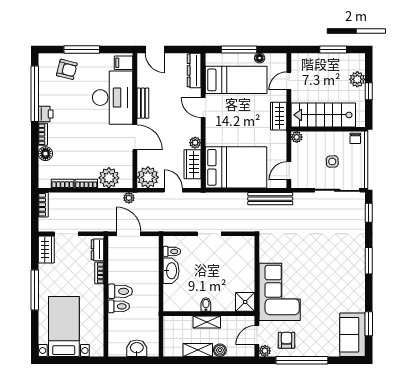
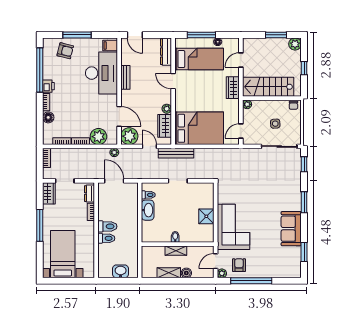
plant: (357, 79) -> (295, 44), moved
door: (135, 137) -> (119, 116), moved
bench: (270, 199) -> (176, 153), moved
shower: (245, 302) -> (206, 216), moved
sofa: (352, 335) -> (291, 229), moved

